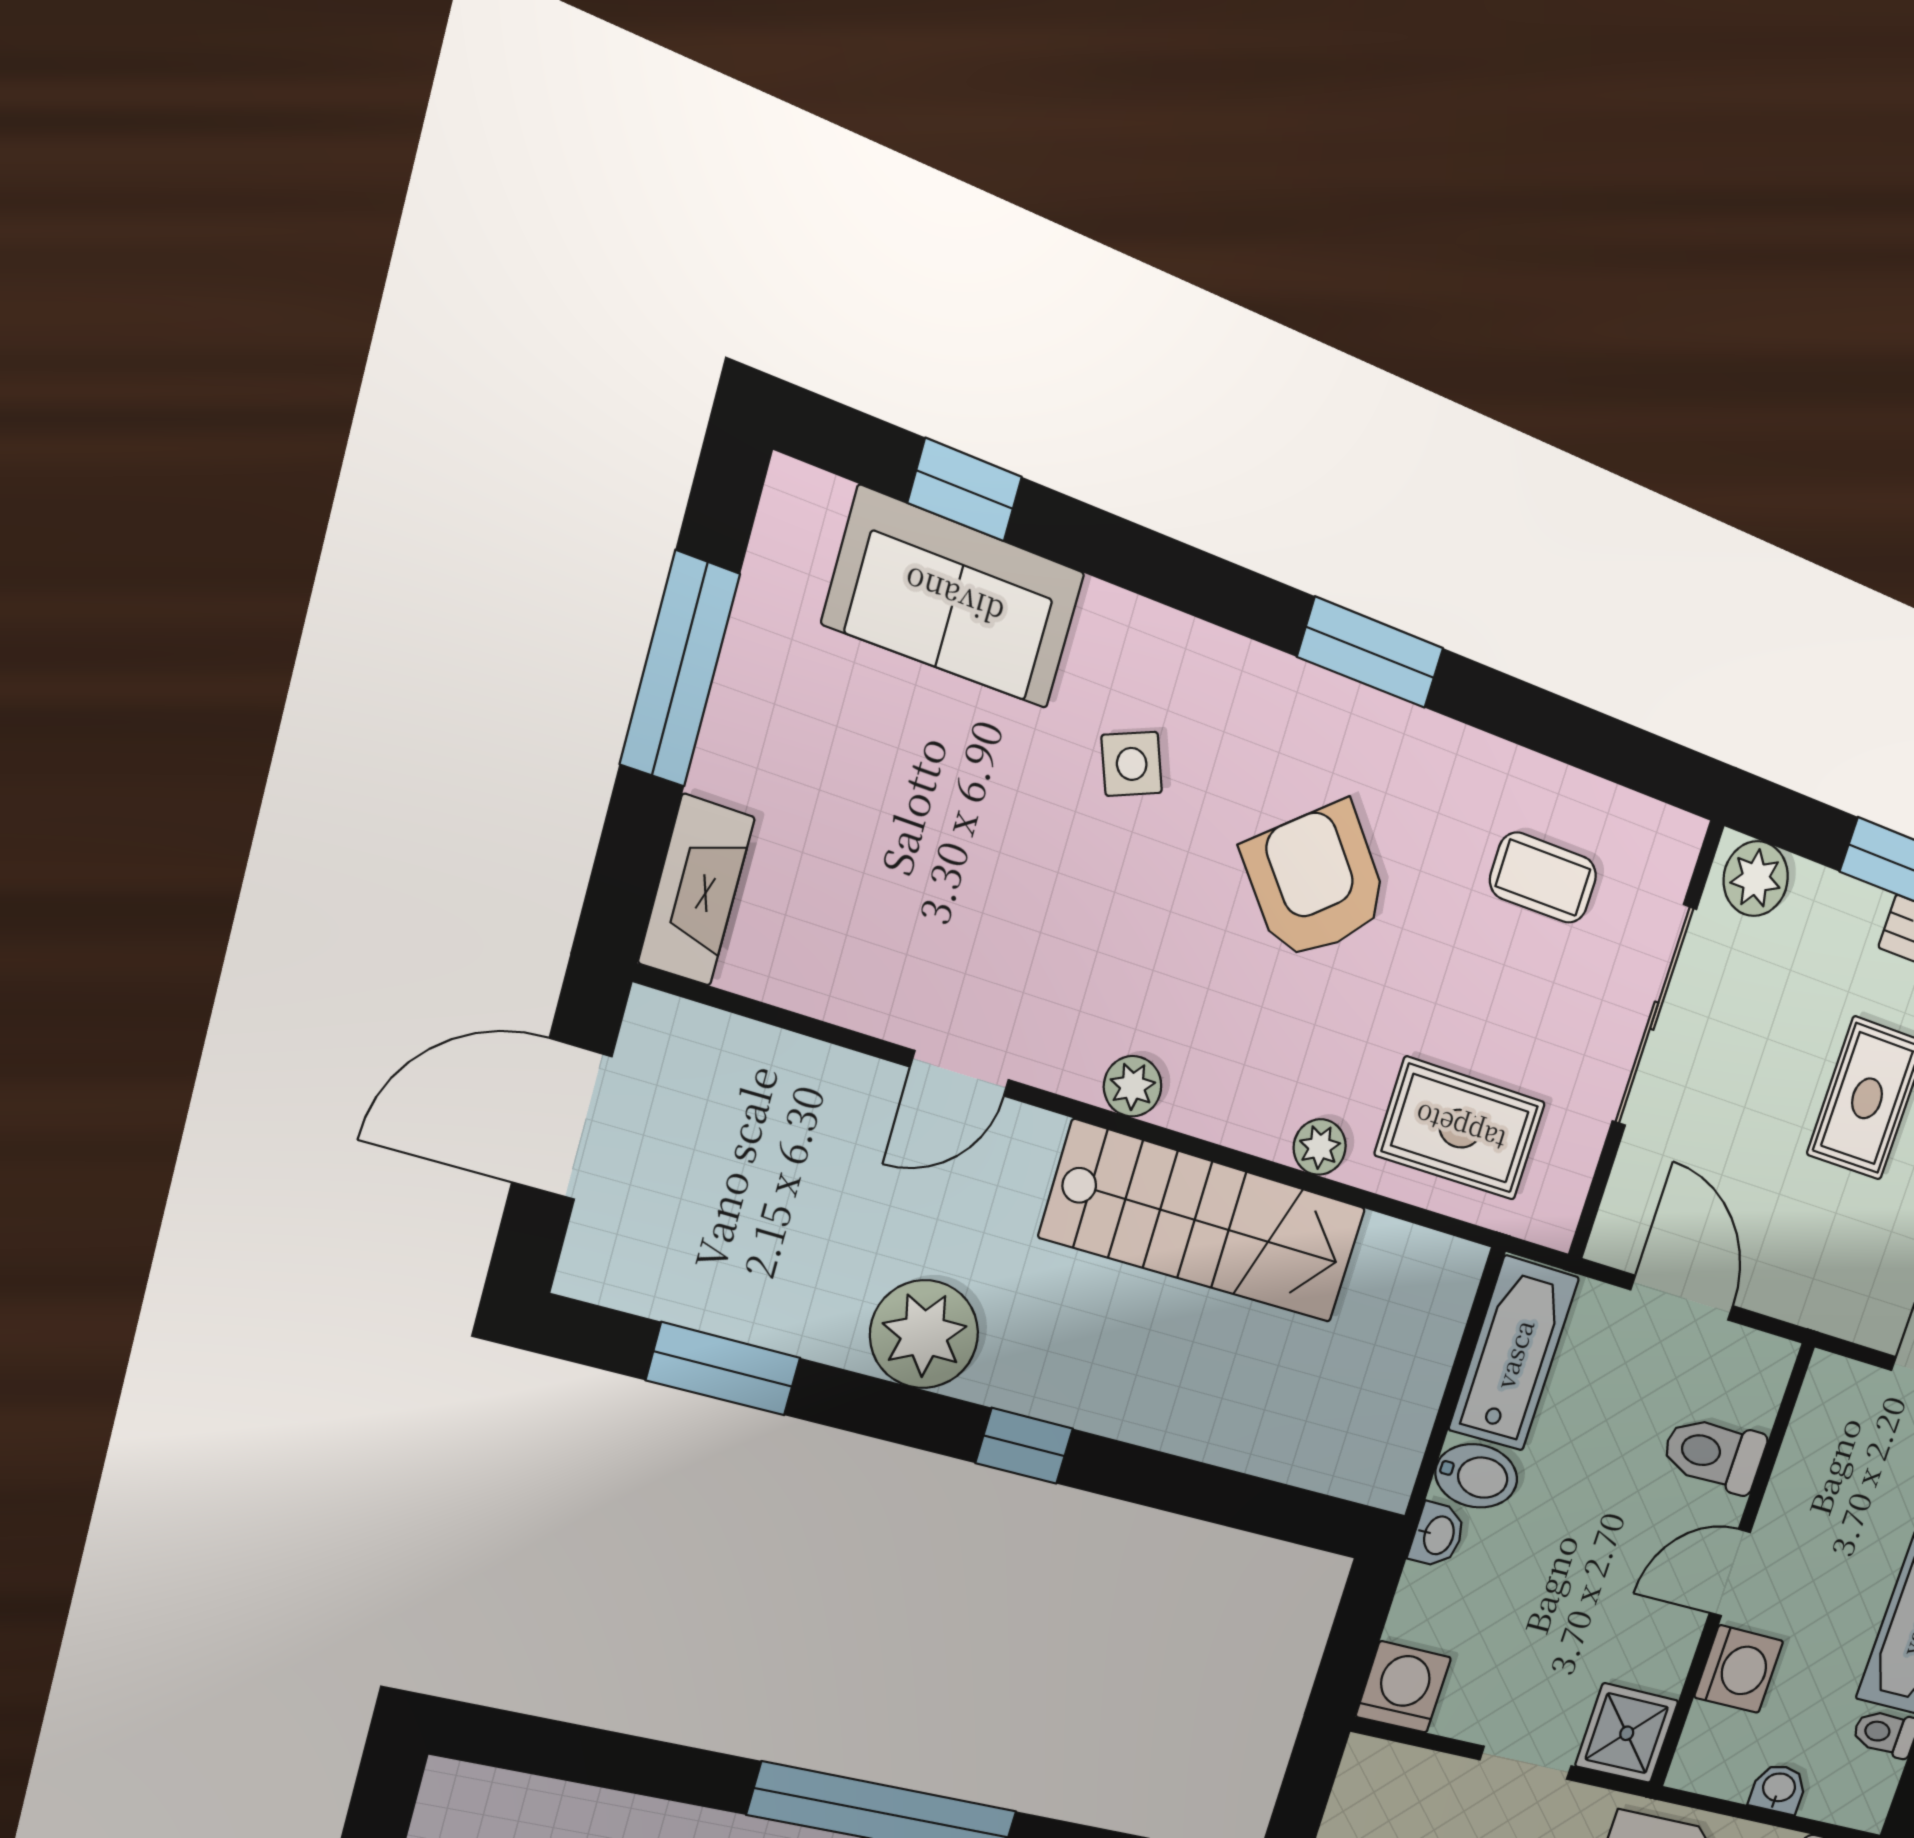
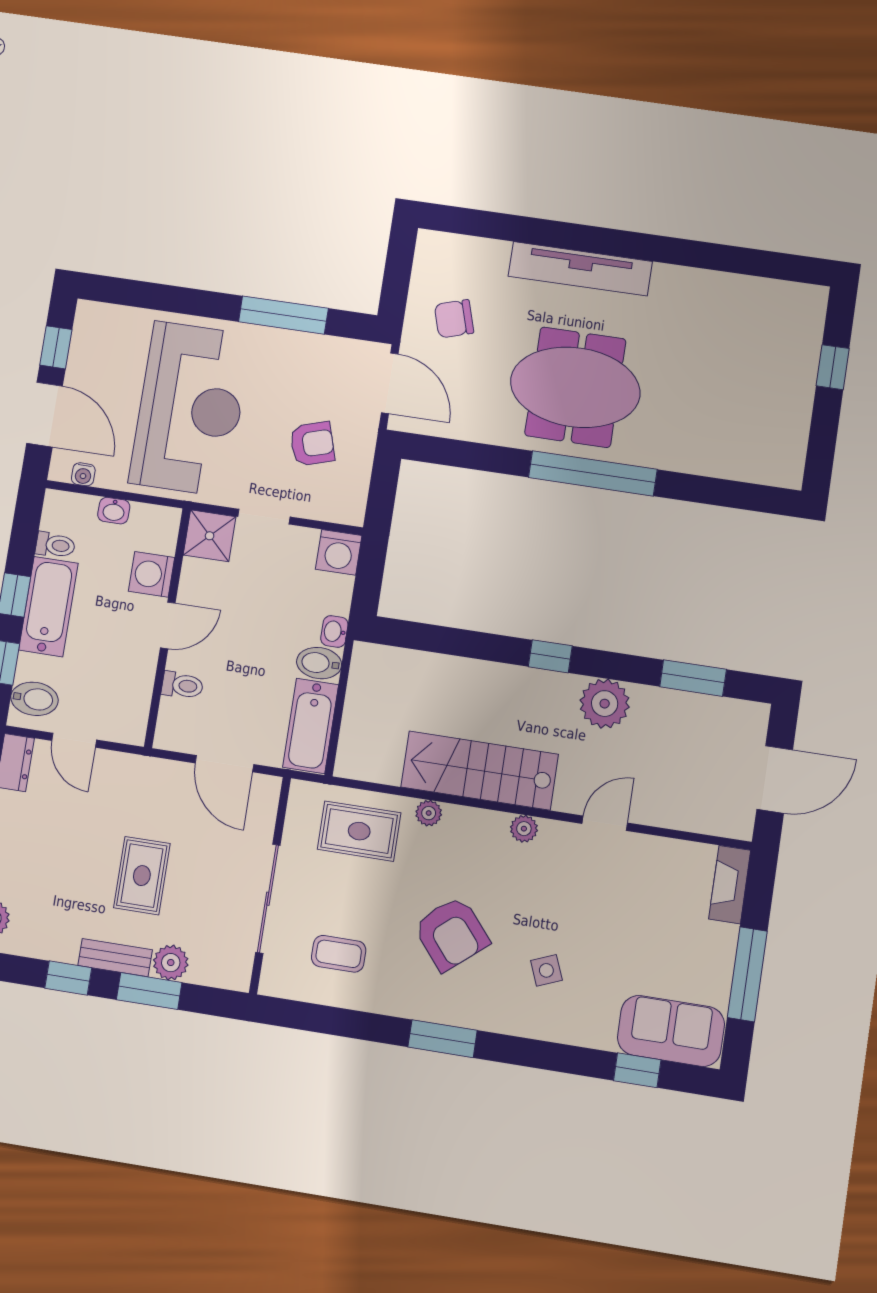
sofa: (954, 598) -> (671, 1031), moved
plant: (1756, 879) -> (171, 963), moved
toilet: (1714, 1454) -> (182, 685), width x0.73, depth x0.72

